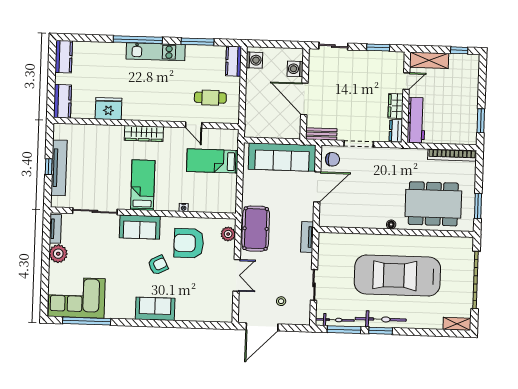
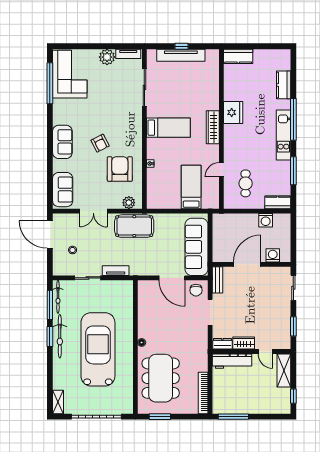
kitchen counter: (64, 57) -> (284, 85), moved, turned 90
washing machine: (254, 60) -> (266, 220), moved
fridge: (108, 109) -> (233, 112), moved
window: (481, 121) -> (233, 417), width x1.44
sofa: (140, 227) -> (63, 190), moved, turned 180
tv unit: (307, 237) -> (116, 271), moved

